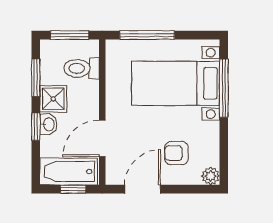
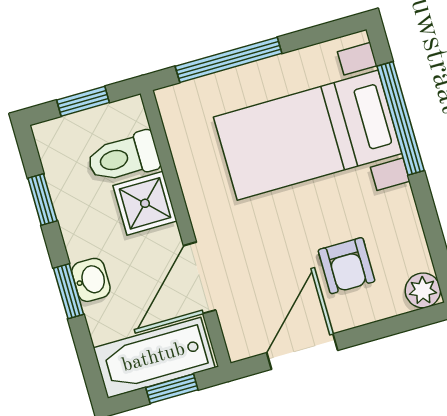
window: (70, 35) -> (83, 101), width x0.67
window: (36, 78) -> (42, 200), width x0.67
shower: (53, 99) -> (145, 203), moved
armchair: (176, 153) -> (347, 266), turned -90

